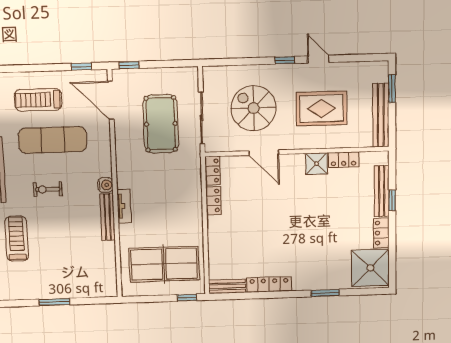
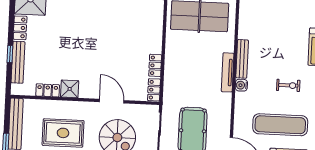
tv unit: (124, 206) -> (228, 72), width x1.41

